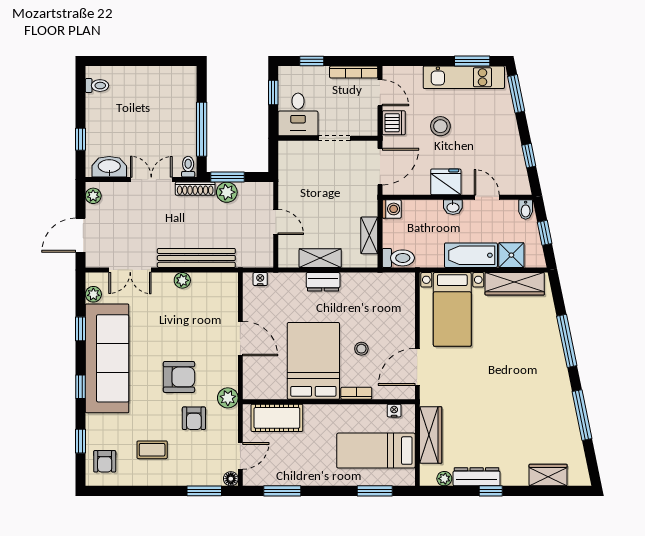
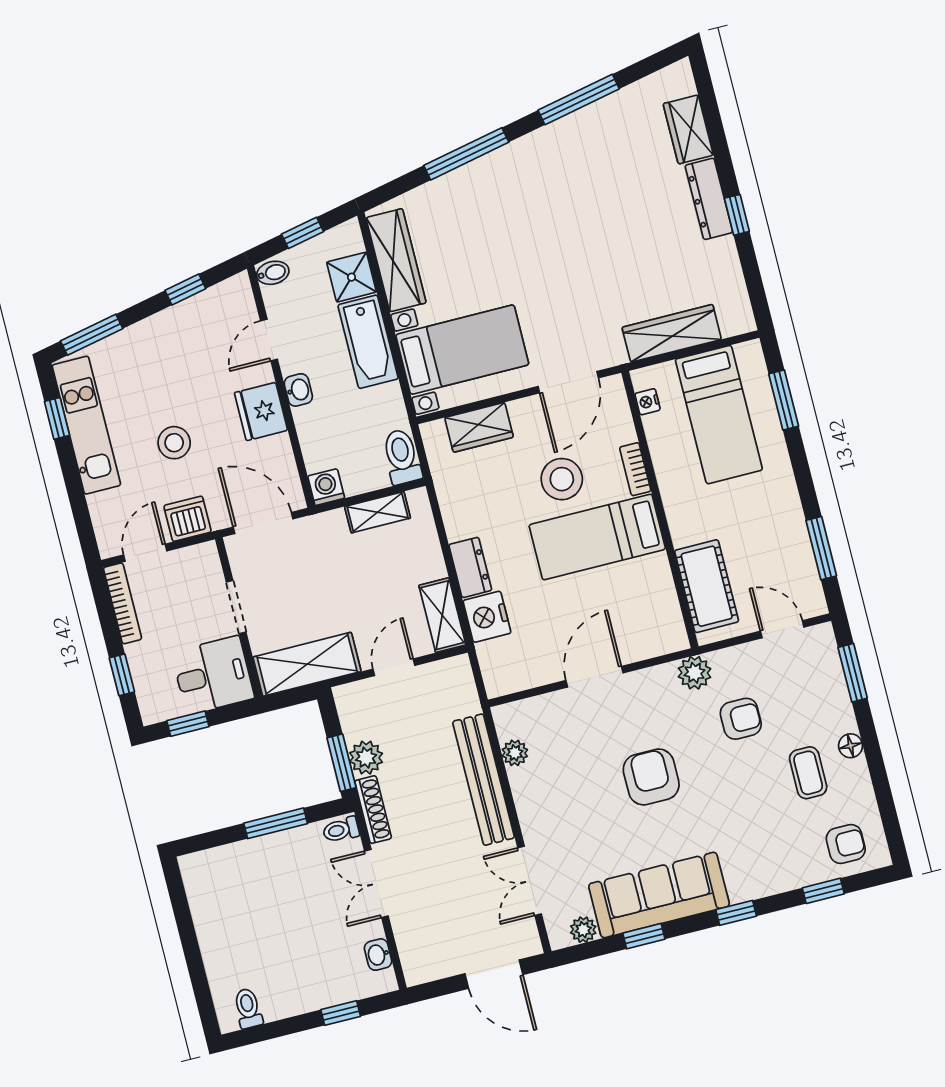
window: (472, 61) -> (57, 418), width x0.67
window: (202, 129) -> (276, 823), width x0.69
washbasin: (109, 167) -> (378, 955), width x0.52, depth x0.69
shelving: (290, 171) -> (307, 664), added
plant: (93, 196) -> (426, 970), removed
shelving: (320, 258) -> (442, 615), moved
double door: (130, 270) -> (530, 881), swing flipped
nightstand: (260, 279) -> (487, 617), moved, width x1.89, depth x1.79
plant: (182, 280) -> (515, 753), moved
wardrobe: (404, 308) -> (479, 427), added
stool: (361, 349) -> (562, 479), width x1.89, depth x1.89
sofa: (107, 358) -> (659, 895), width x0.74, depth x0.79
bed: (313, 361) -> (597, 537), width x0.67
door: (417, 367) -> (568, 382), hinge flipped
armchair: (179, 377) -> (651, 777), moved
dresser: (477, 477) -> (709, 199), moved
floor lamp: (231, 479) -> (851, 746), moved
plant: (444, 479) -> (736, 294), removed

